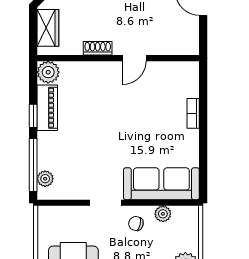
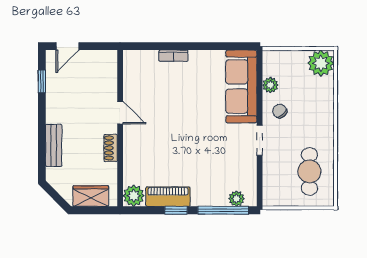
chair: (136, 224) -> (280, 111), turned 128

